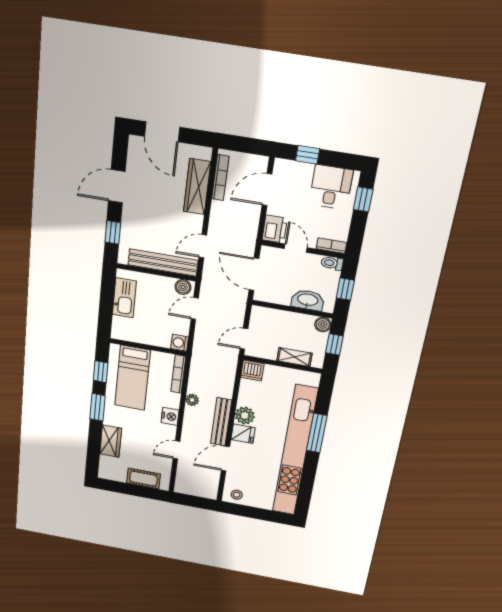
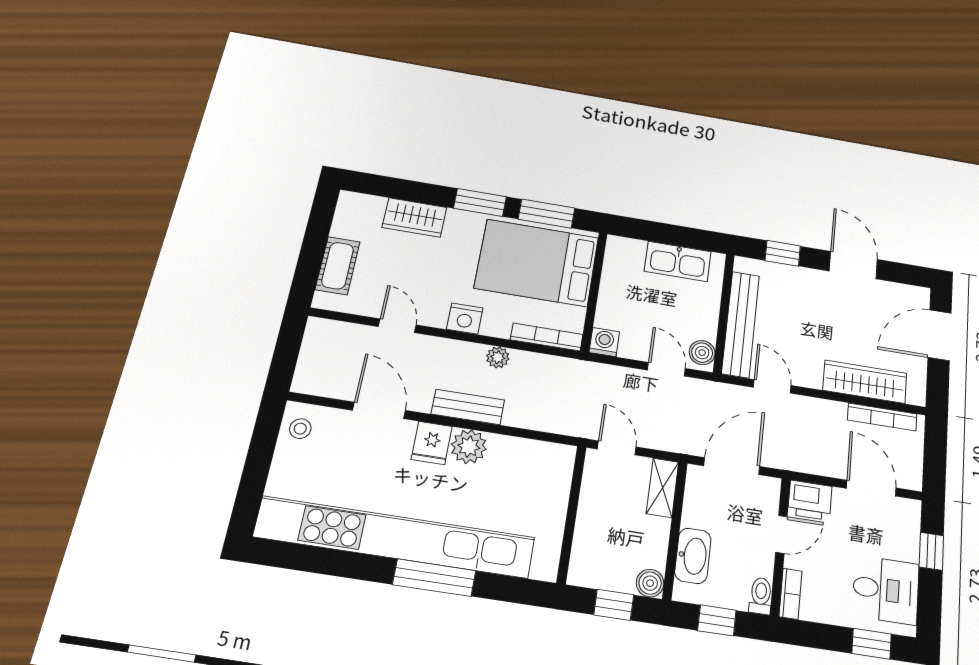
shelving: (294, 357) -> (663, 488), moved
dishwasher: (252, 371) -> (558, 461), removed
window: (101, 372) -> (547, 214), width x1.50
bed: (133, 378) -> (537, 263), width x1.50
bench: (221, 422) -> (468, 407), width x0.73

